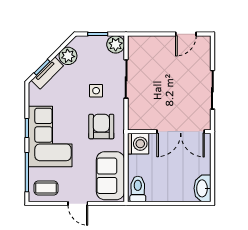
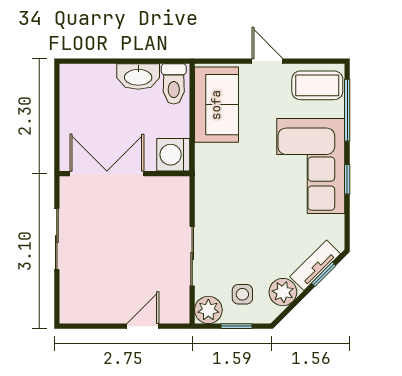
door: (186, 34) -> (143, 326), moved
side table: (96, 91) -> (242, 294), moved
armchair: (101, 127) -> (231, 182), removed
coffee table: (46, 188) -> (317, 85), width x1.36, depth x1.30
washbasin: (203, 188) -> (138, 76), moved, turned 90

